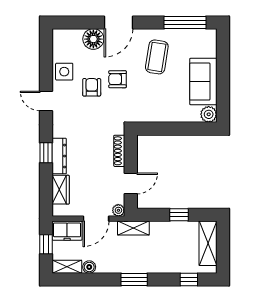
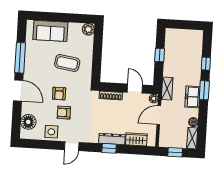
window: (185, 22) -> (20, 58), moved
floor lamp: (93, 39) -> (28, 122), moved
coffee table: (157, 57) -> (67, 63), moved
sofa: (203, 82) -> (50, 31), moved
door: (96, 219) -> (159, 115), swing flipped
freezer: (67, 231) -> (192, 97), moved, turned 180
shelving: (208, 243) -> (181, 35), removed
window: (189, 279) -> (206, 64), moved

